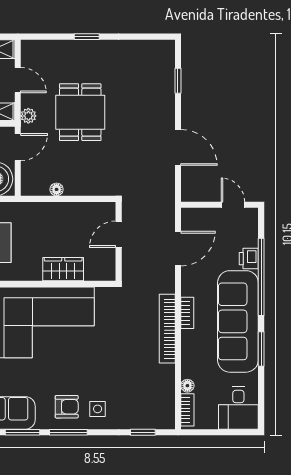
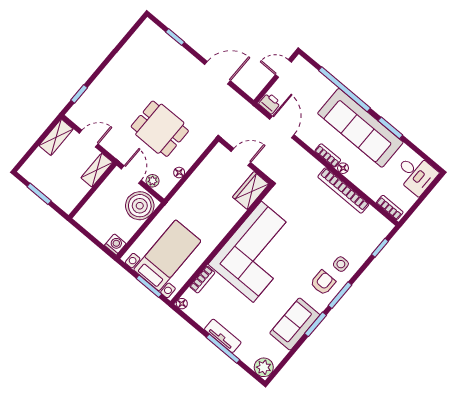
window: (87, 37) -> (79, 94), moved
dining table: (80, 112) -> (160, 129), moved
plant: (28, 116) -> (153, 181), moved
door: (119, 234) -> (241, 157), swing flipped
printer: (249, 259) -> (270, 103), moved, turned 180
wardrobe: (63, 269) -> (251, 191), moved
bookcase: (167, 329) -> (343, 190), moved
floor lamp: (187, 386) -> (343, 168), moved

